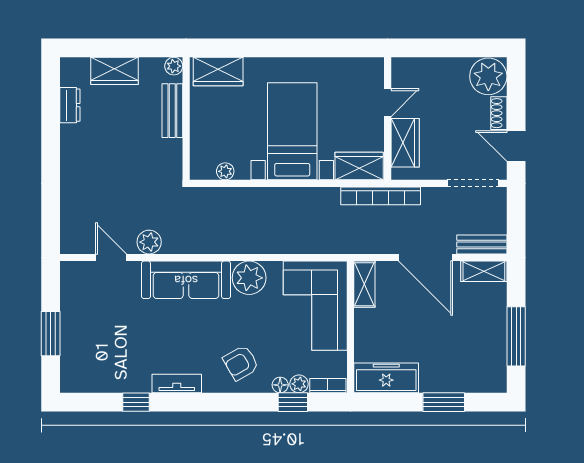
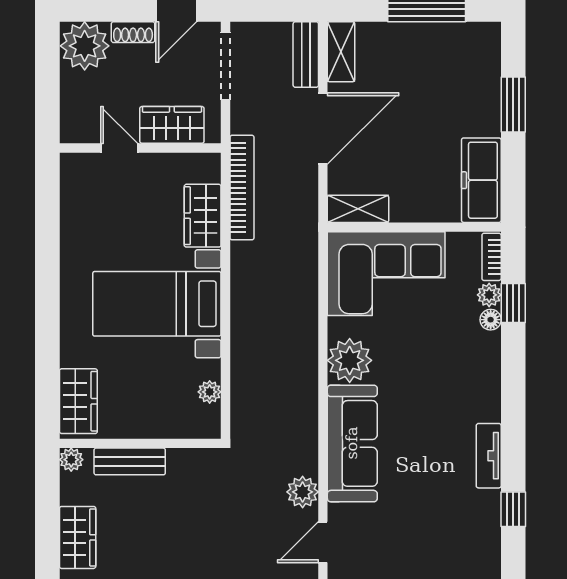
door: (388, 103) -> (119, 148), moved
wall: (388, 119) -> (140, 148), moved
wardrobe: (405, 143) -> (172, 125), moved
armchair: (241, 363) -> (461, 371), removed

